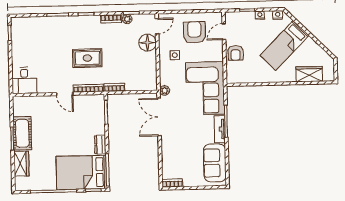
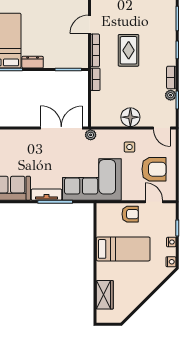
floor lamp: (148, 43) -> (130, 117), moved
bed: (285, 45) -> (123, 249), moved, turned 135
armchair: (236, 53) -> (130, 214), turned 180

